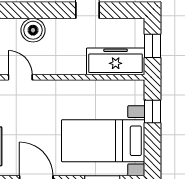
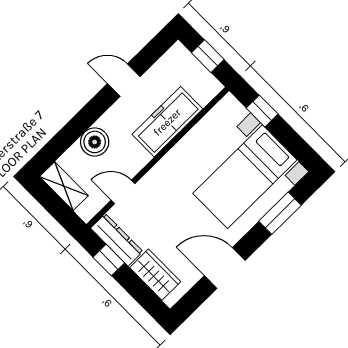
freezer: (116, 61) -> (167, 122), moved

